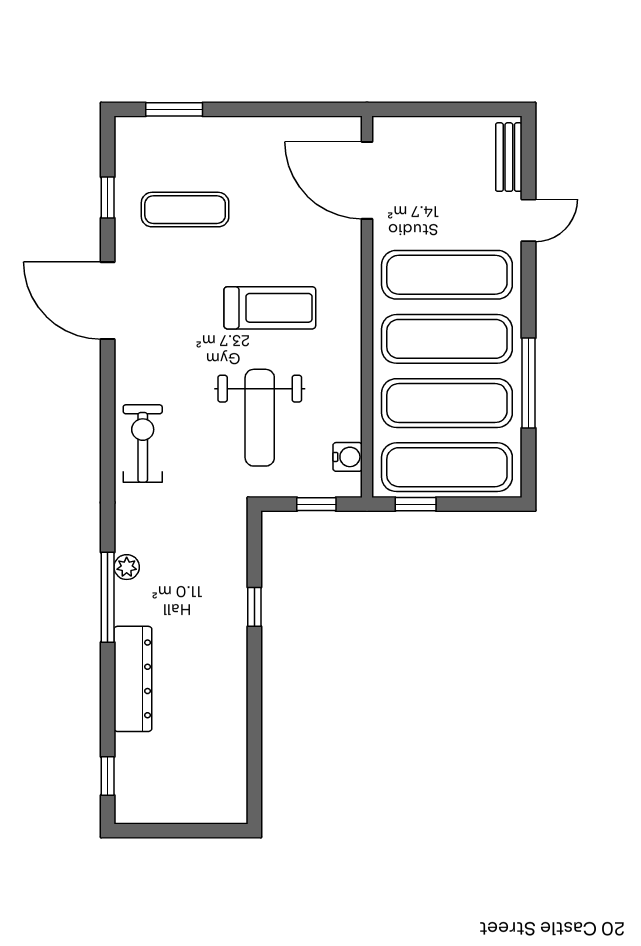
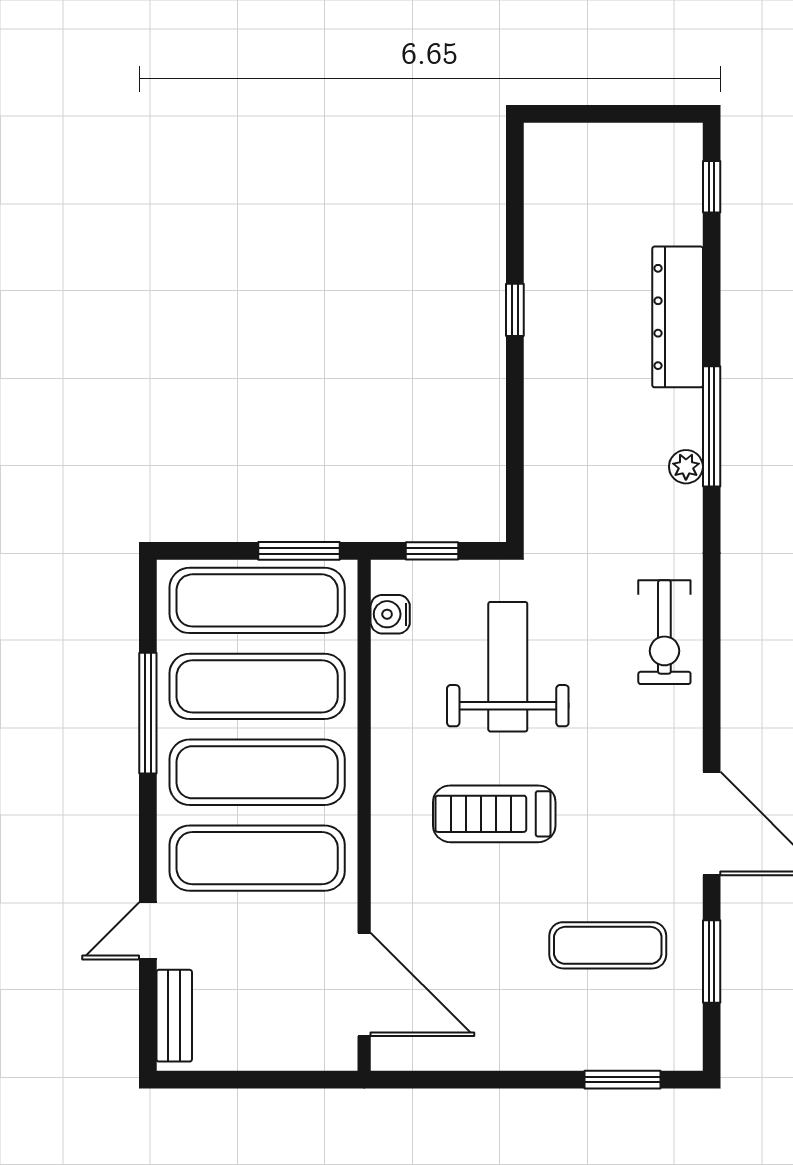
window: (108, 198) -> (712, 962), width x1.50
window: (416, 504) -> (299, 551), width x1.50
window: (254, 607) -> (515, 310), moved

